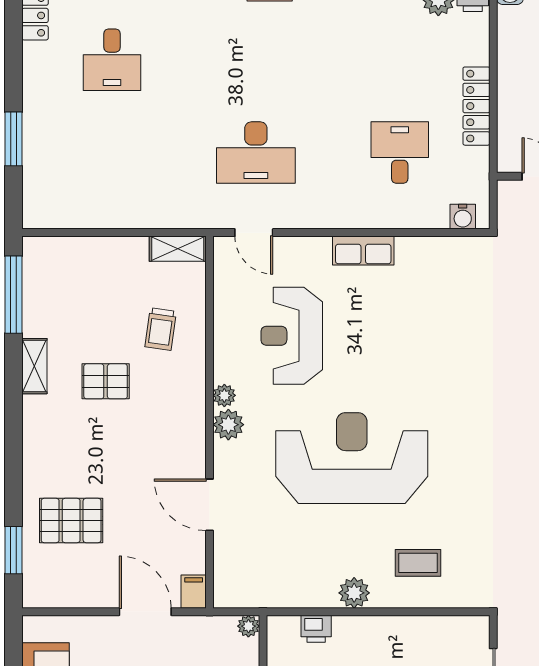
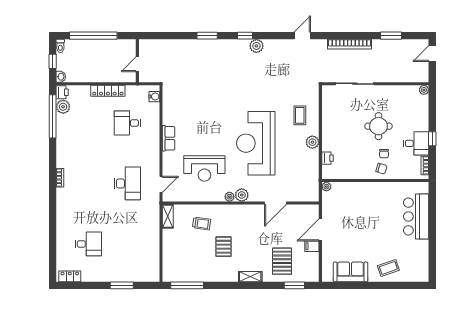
shelving: (34, 366) -> (250, 277), moved
filing cabinet: (194, 592) -> (312, 246), moved

